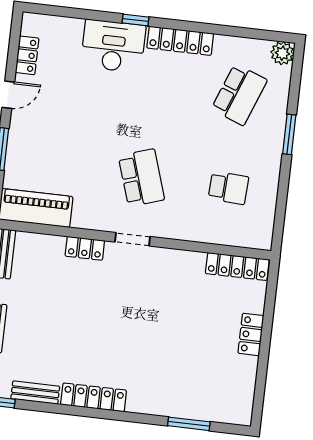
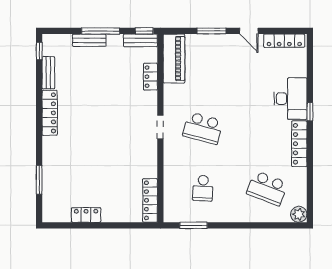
locker: (27, 55) -> (284, 41), width x1.53
window: (289, 134) -> (193, 225), moved
school desk: (141, 178) -> (203, 128), turned 33
locker: (85, 248) -> (150, 77), moved
locker: (251, 334) -> (86, 215), moved

